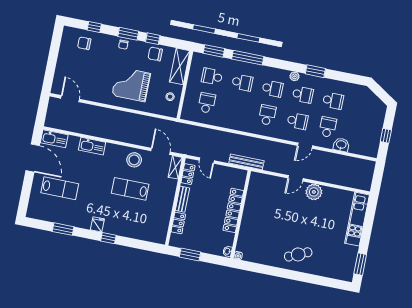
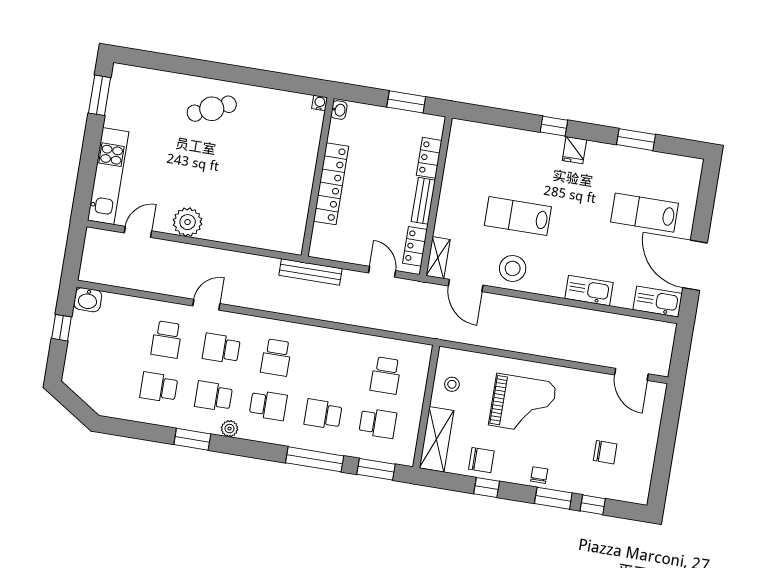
window: (128, 34) -> (553, 498), moved
chair: (84, 43) -> (605, 452), moved
school desk: (273, 89) -> (268, 405), turned 180
washbasin: (341, 145) -> (88, 300), moved
door: (296, 178) -> (138, 232), moved
lab bench: (130, 189) -> (518, 216), turned 180

